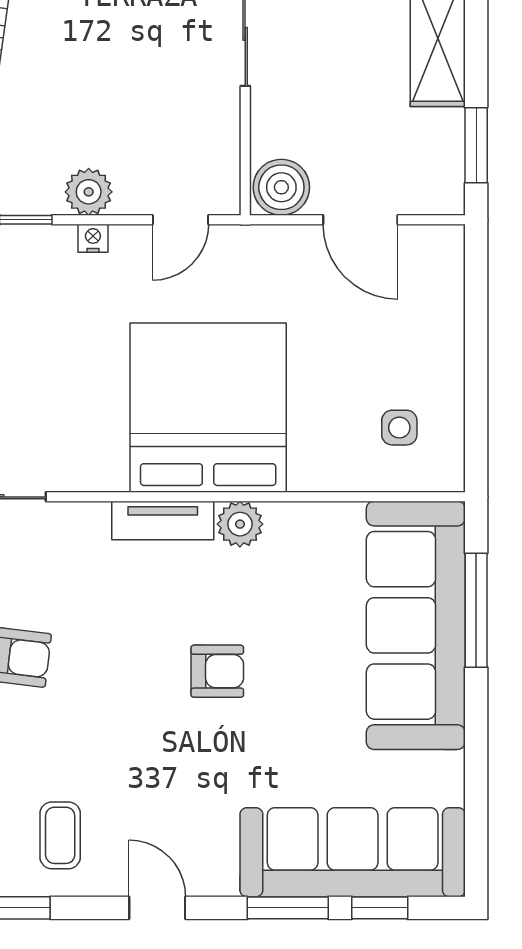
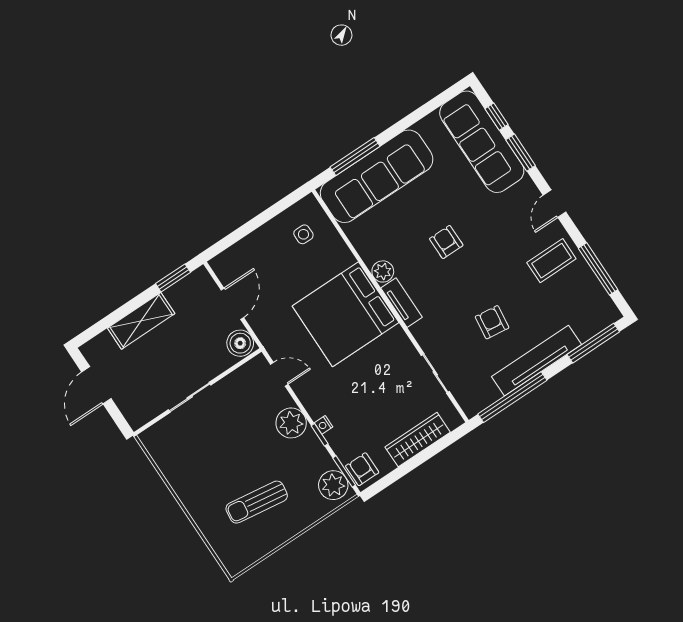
plant: (89, 192) -> (291, 423), width x1.36, depth x1.36
nightstand: (93, 238) -> (323, 425), moved
coffee table: (60, 835) -> (551, 261), width x1.36, depth x1.30

